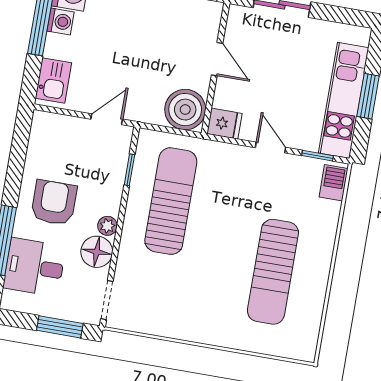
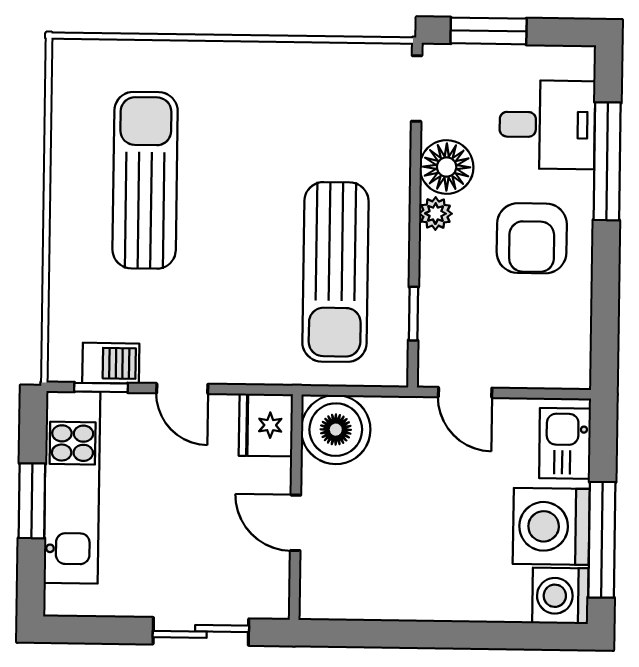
washing machine: (60, 21) -> (551, 526), width x1.89, depth x1.89
door: (107, 119) -> (465, 392), hinge flipped
fridge: (224, 124) -> (266, 425), width x1.38
barbecue: (334, 183) -> (111, 363), moved, turned -90

